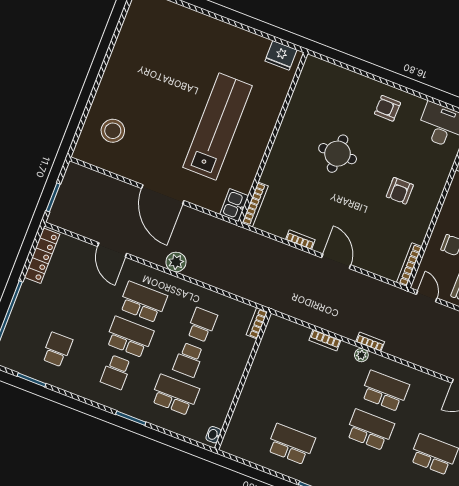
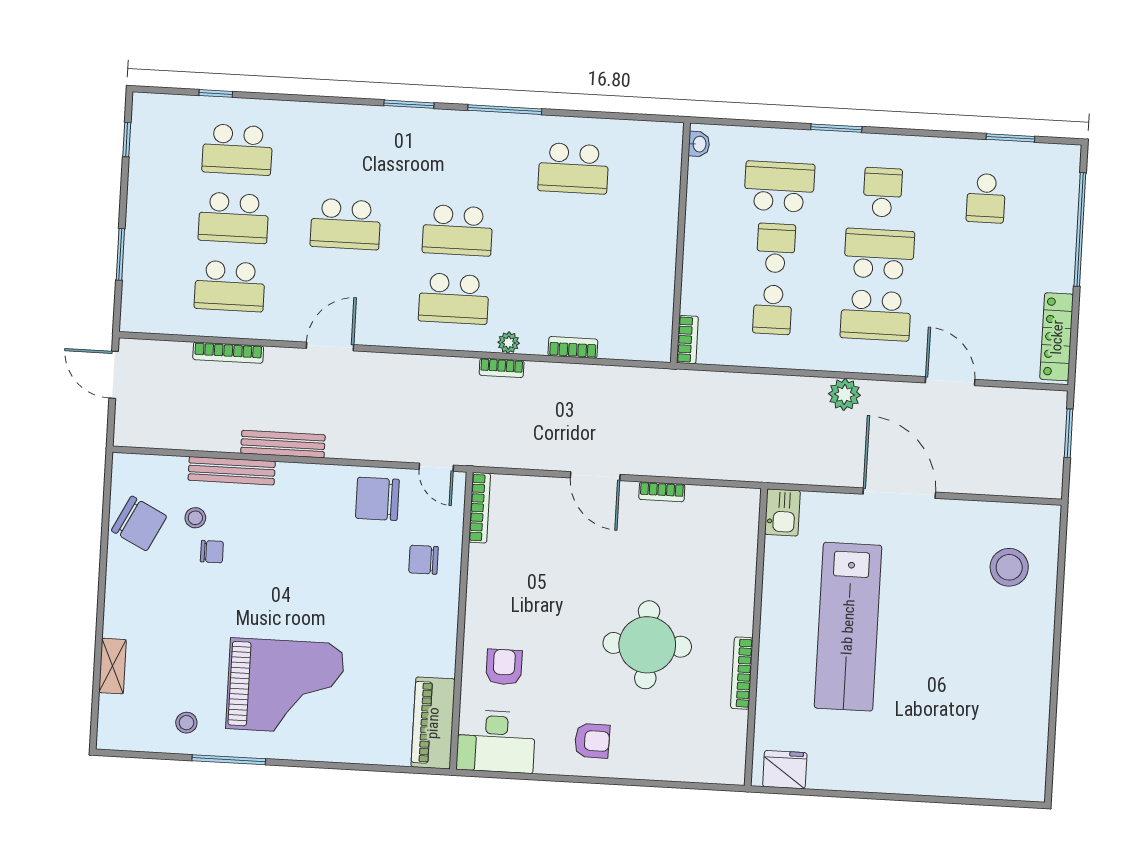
round table: (338, 154) -> (647, 645), width x1.36, depth x1.36
armchair: (400, 191) -> (504, 667), moved
bookcase: (255, 204) -> (742, 673), moved
school desk: (129, 337) -> (879, 254), turned 180
school desk: (175, 395) -> (779, 187), turned 180

